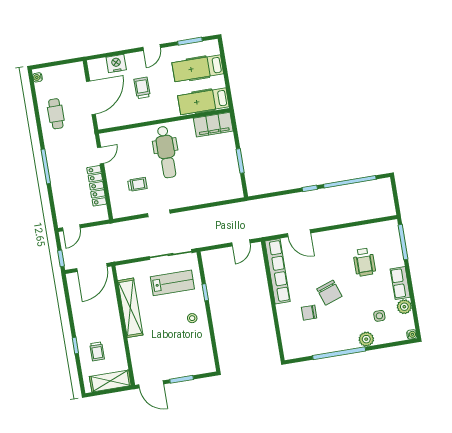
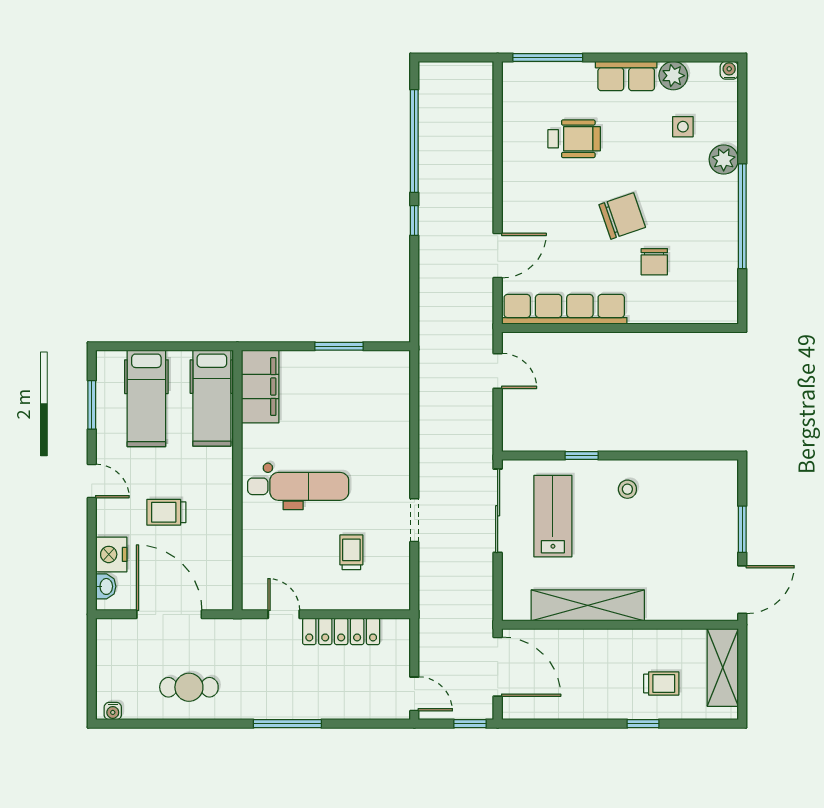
washbasin: (100, 63) -> (106, 586), added

